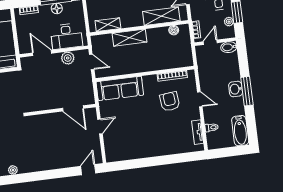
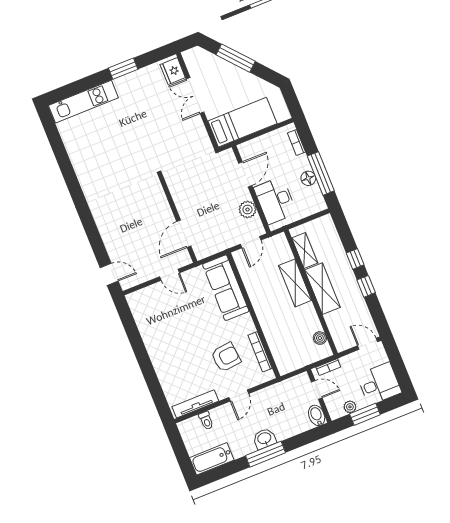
shelving: (161, 16) -> (322, 289), moved
tv unit: (198, 132) -> (195, 404), width x1.41
plant: (13, 170) -> (83, 176), removed

